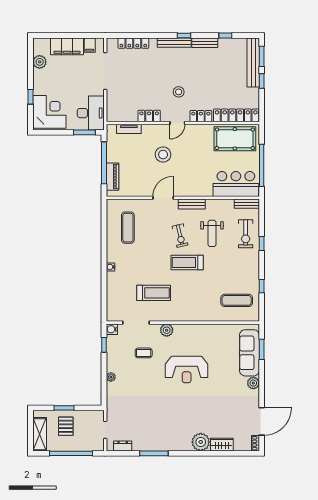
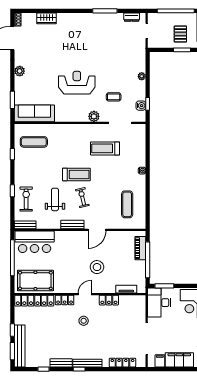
water cooler: (112, 329) -> (141, 106), moved
sofa: (249, 353) -> (34, 113), moved, turned -90
plant: (201, 442) -> (65, 21), removed

